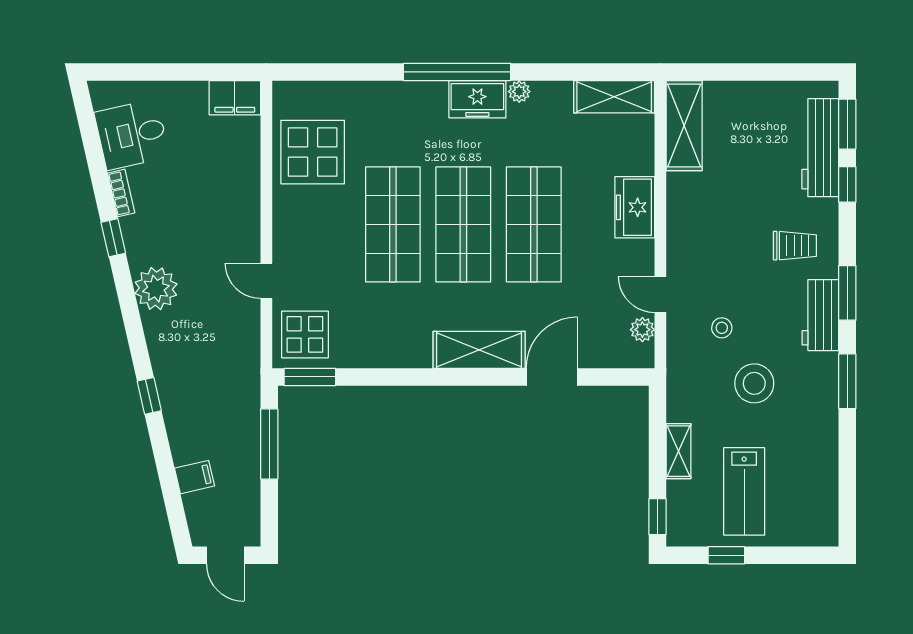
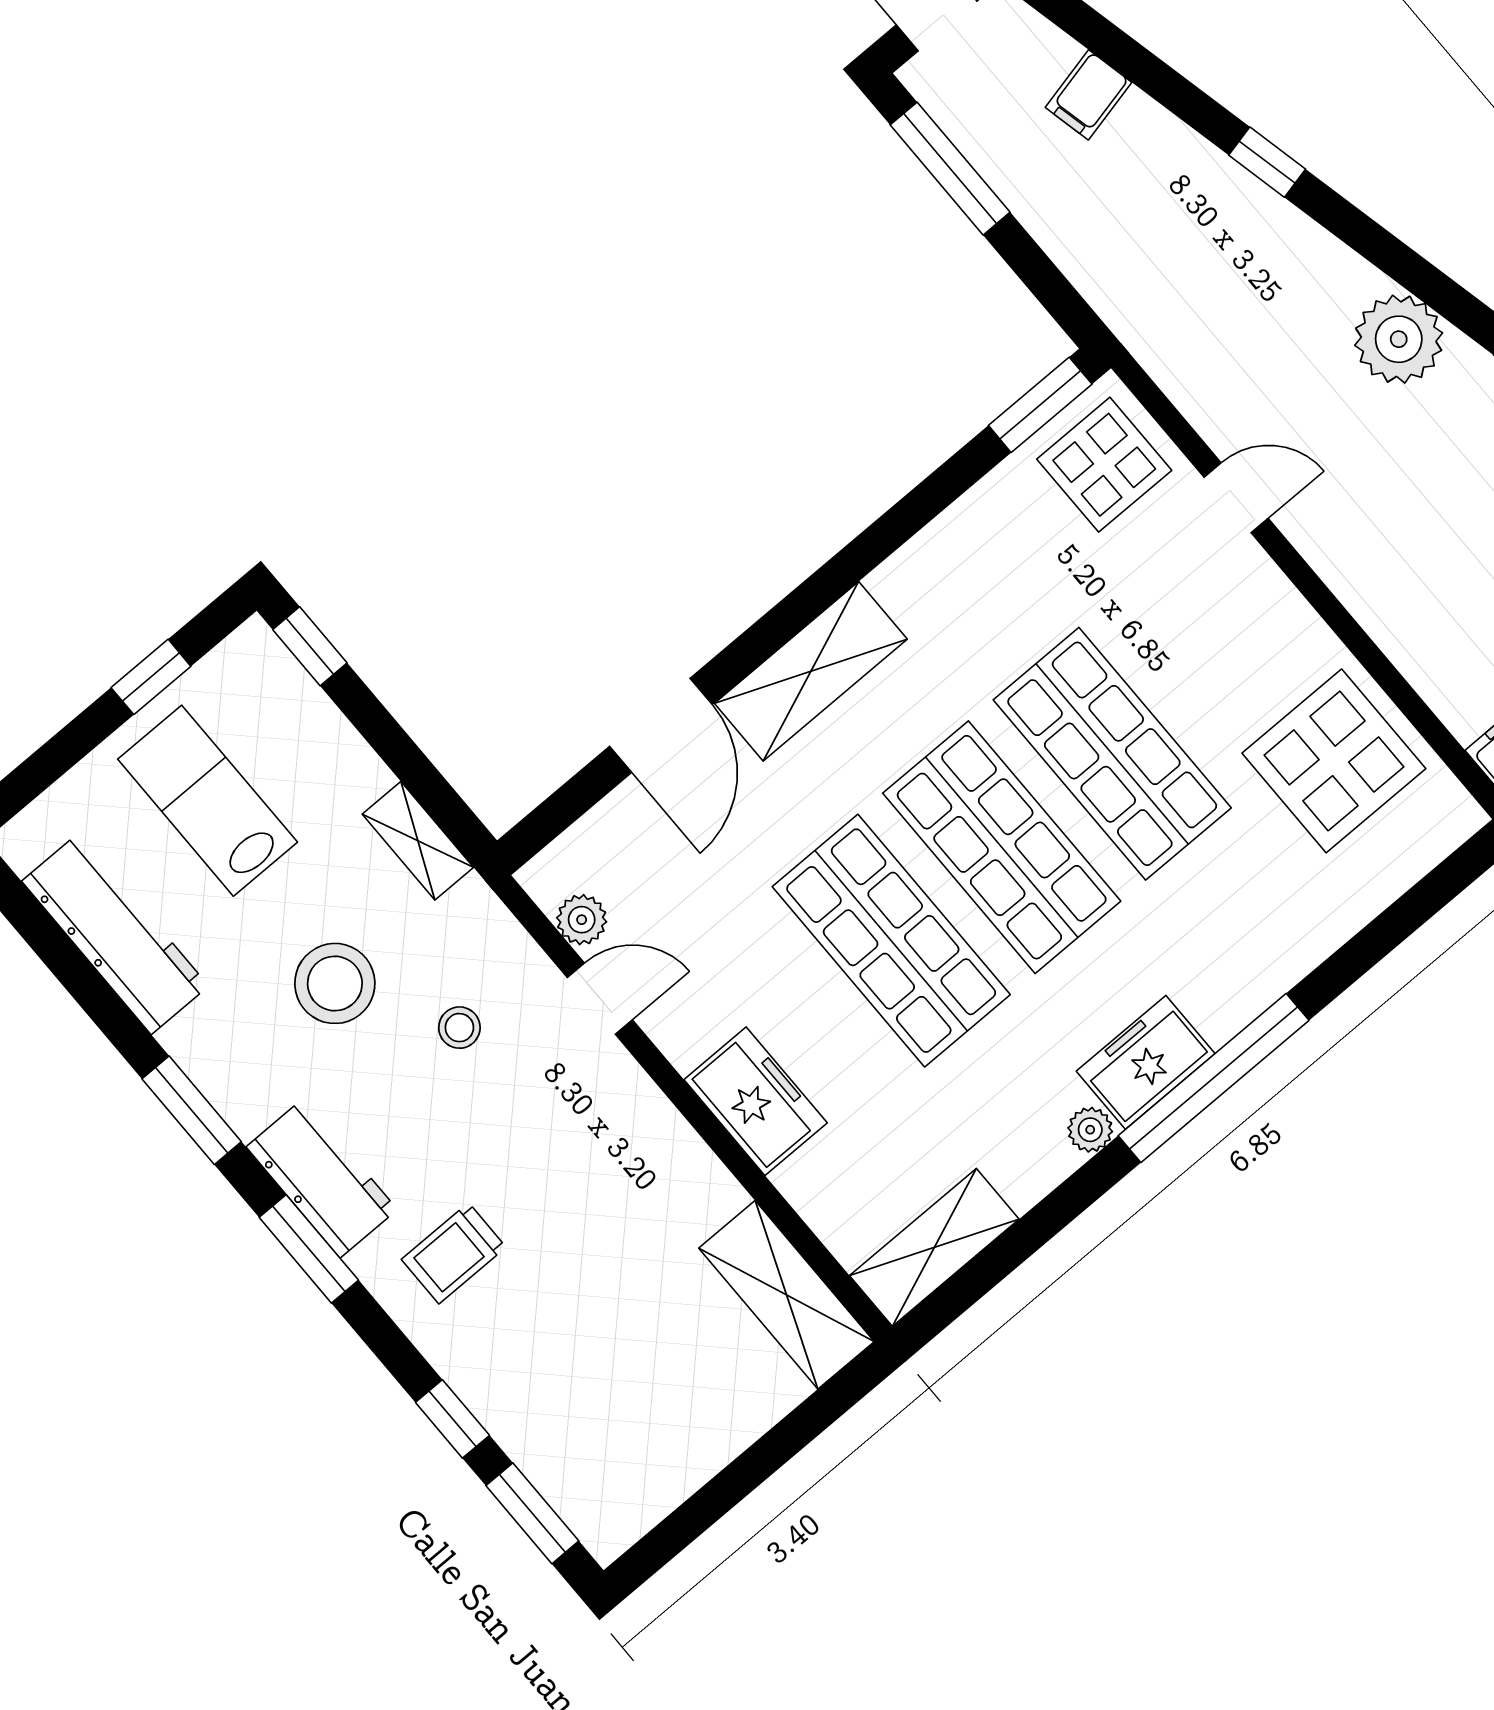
workbench: (820, 148) -> (115, 934), moved
window: (269, 444) -> (950, 169), moved
shelving: (678, 451) -> (418, 841), moved

